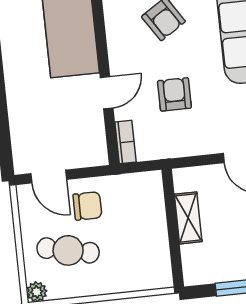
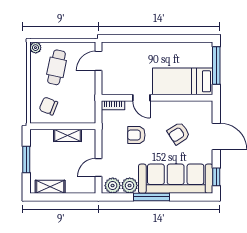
armchair: (174, 94) -> (136, 135), turned 180
chair: (87, 206) -> (48, 106), moved, turned 112

